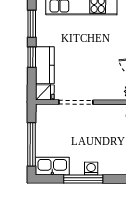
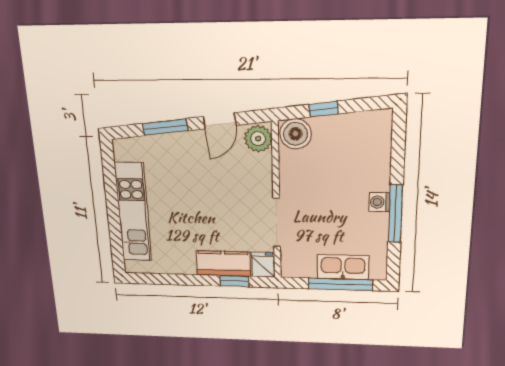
window: (32, 24) -> (166, 279), removed
window: (32, 57) -> (234, 281), moved
kitchen sink: (52, 166) -> (343, 267), moved, turned 90

